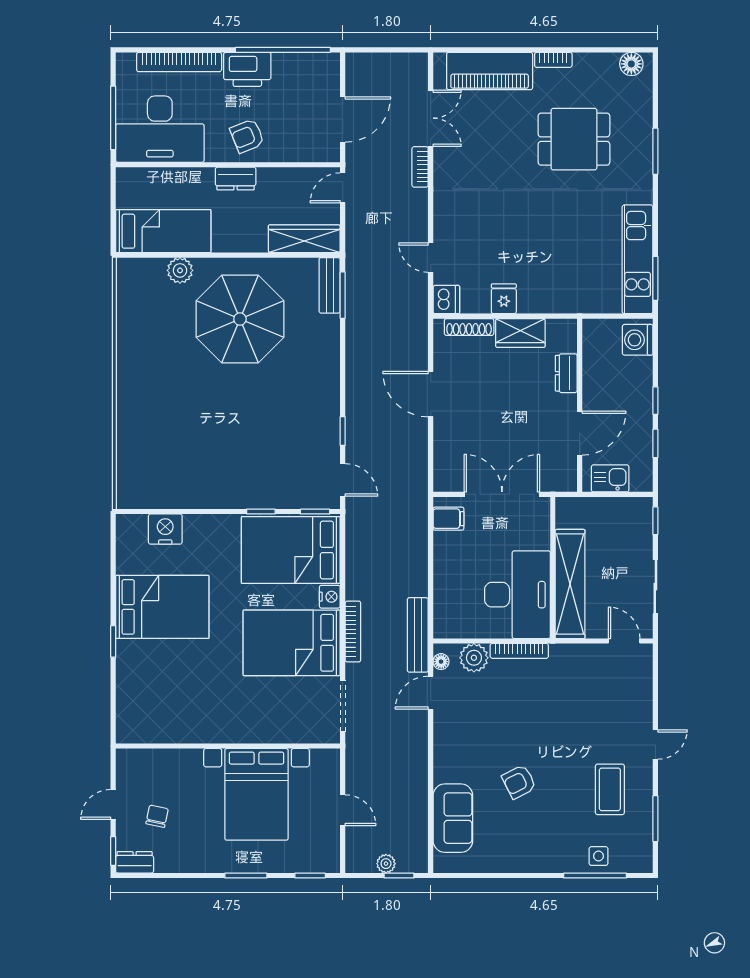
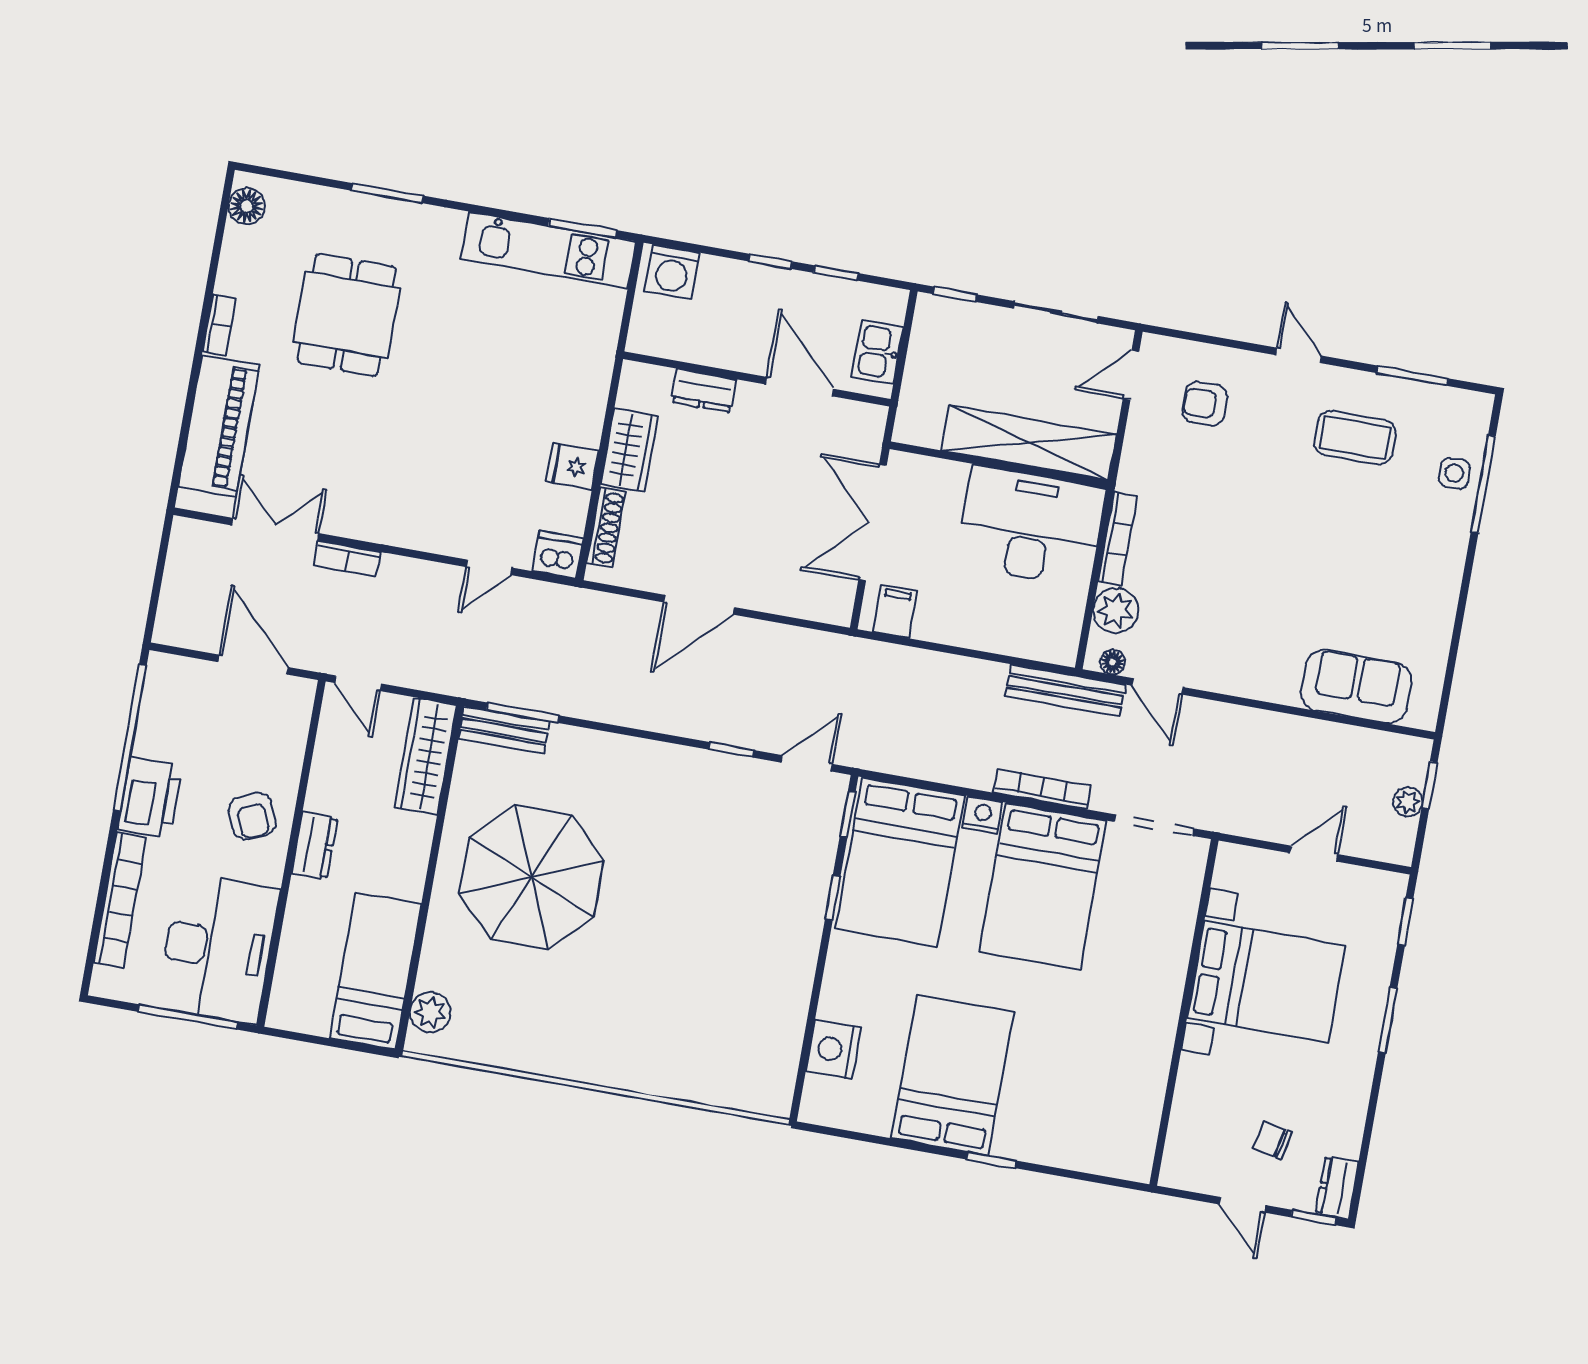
plant: (180, 270) -> (430, 1012), moved
armchair: (519, 782) -> (1205, 404), moved, turned 116

